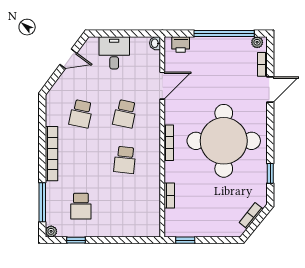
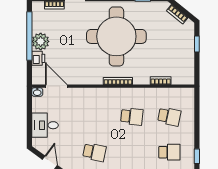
plant: (257, 42) -> (41, 41), moved, width x1.88, depth x1.88
printer: (181, 44) -> (38, 58), moved
door: (162, 86) -> (56, 86), moved
school desk: (125, 114) -> (169, 117), moved
window: (185, 240) -> (197, 44), moved

